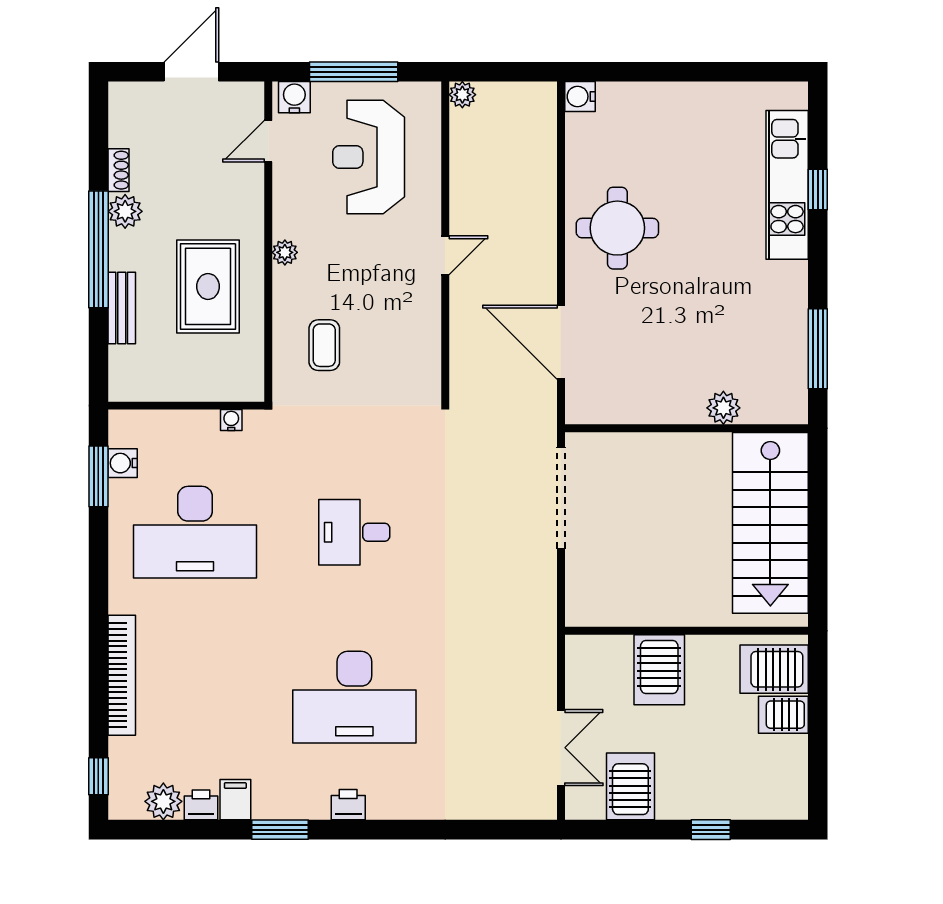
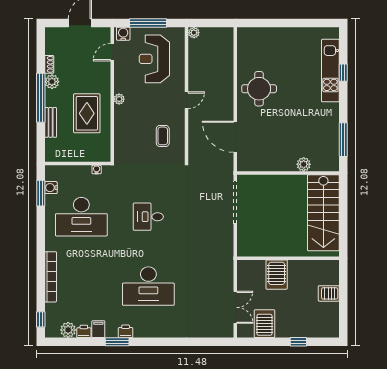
water cooler: (580, 96) -> (243, 33), removed
coffee table: (324, 345) -> (163, 136), moved
server rack: (774, 669) -> (325, 274), removed
printer: (348, 805) -> (126, 331), moved

